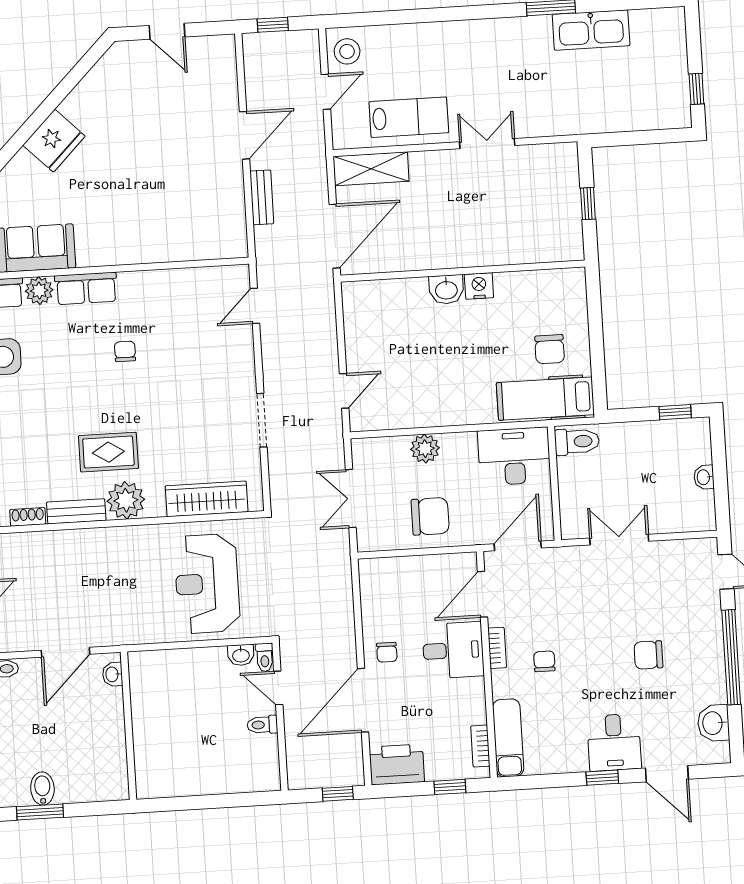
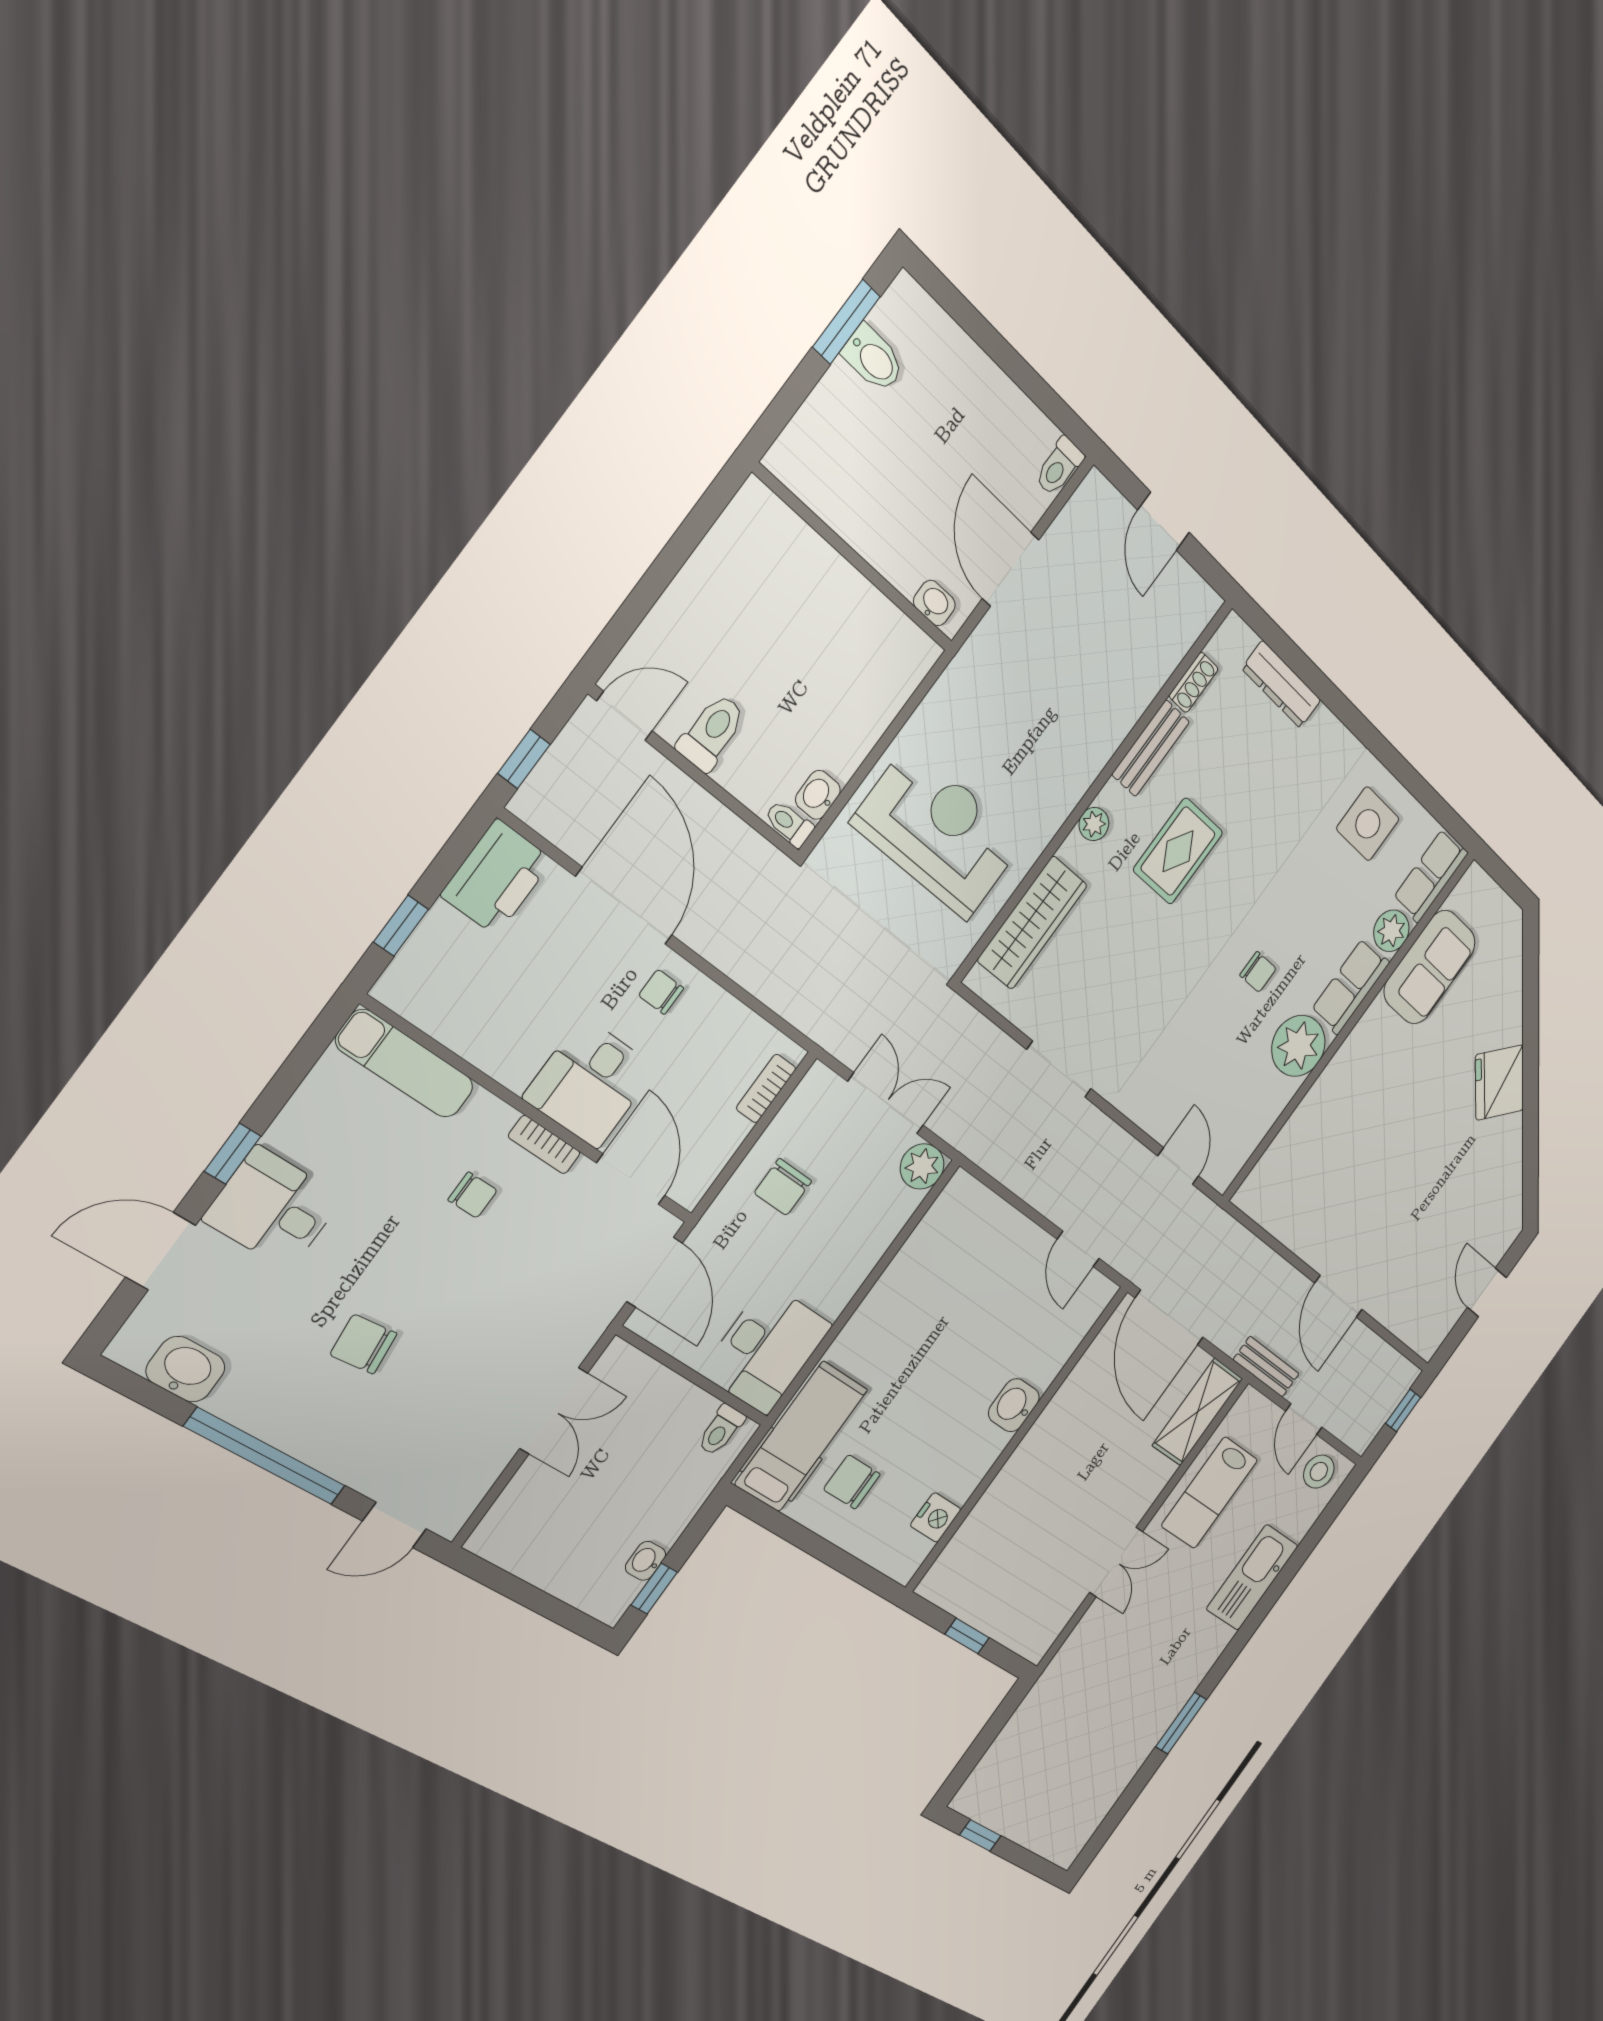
kitchen sink: (591, 30) -> (1252, 1577), moved
door: (167, 31) -> (1487, 1293), hinge flipped
bench: (262, 197) -> (1266, 1367), moved
nightstand: (479, 286) -> (936, 1517), moved
plant: (140, 291) -> (1298, 1046), added
door: (344, 391) -> (1078, 1249), moved
toilet: (577, 442) -> (721, 1430), width x0.73, depth x0.72
plant: (425, 449) -> (922, 1166), moved
washbasin: (704, 477) -> (646, 1561), moved, turned -90
plant: (126, 500) -> (1094, 824), width x0.53, depth x0.53
chair: (430, 516) -> (783, 1187), width x0.73, depth x0.73
chair: (648, 655) -> (364, 1344), turned -96
door: (278, 688) -> (625, 716), moved
toilet: (262, 725) -> (712, 732), width x1.37, depth x1.39
bookcase: (480, 746) -> (766, 1088), moved, turned -90

